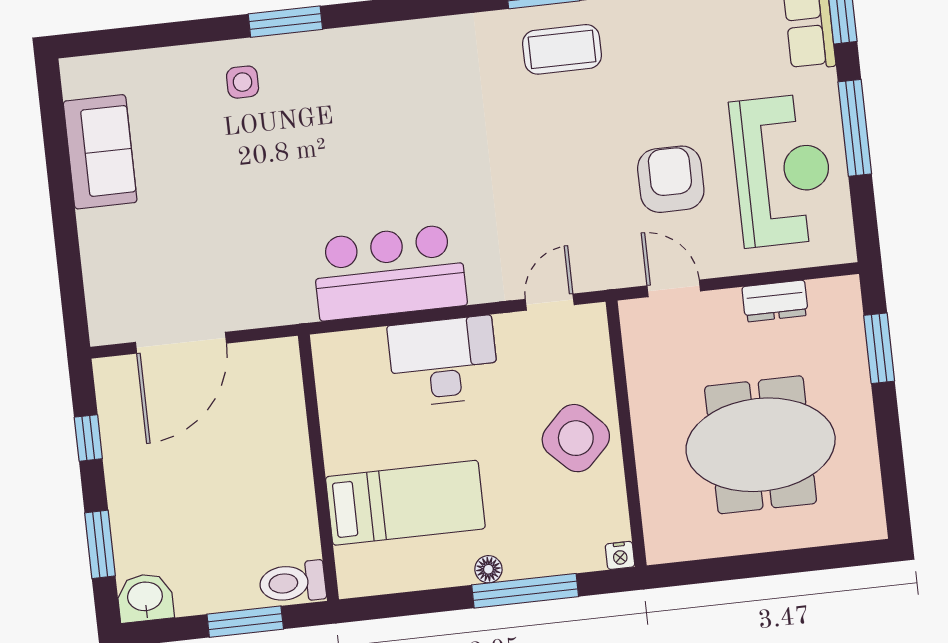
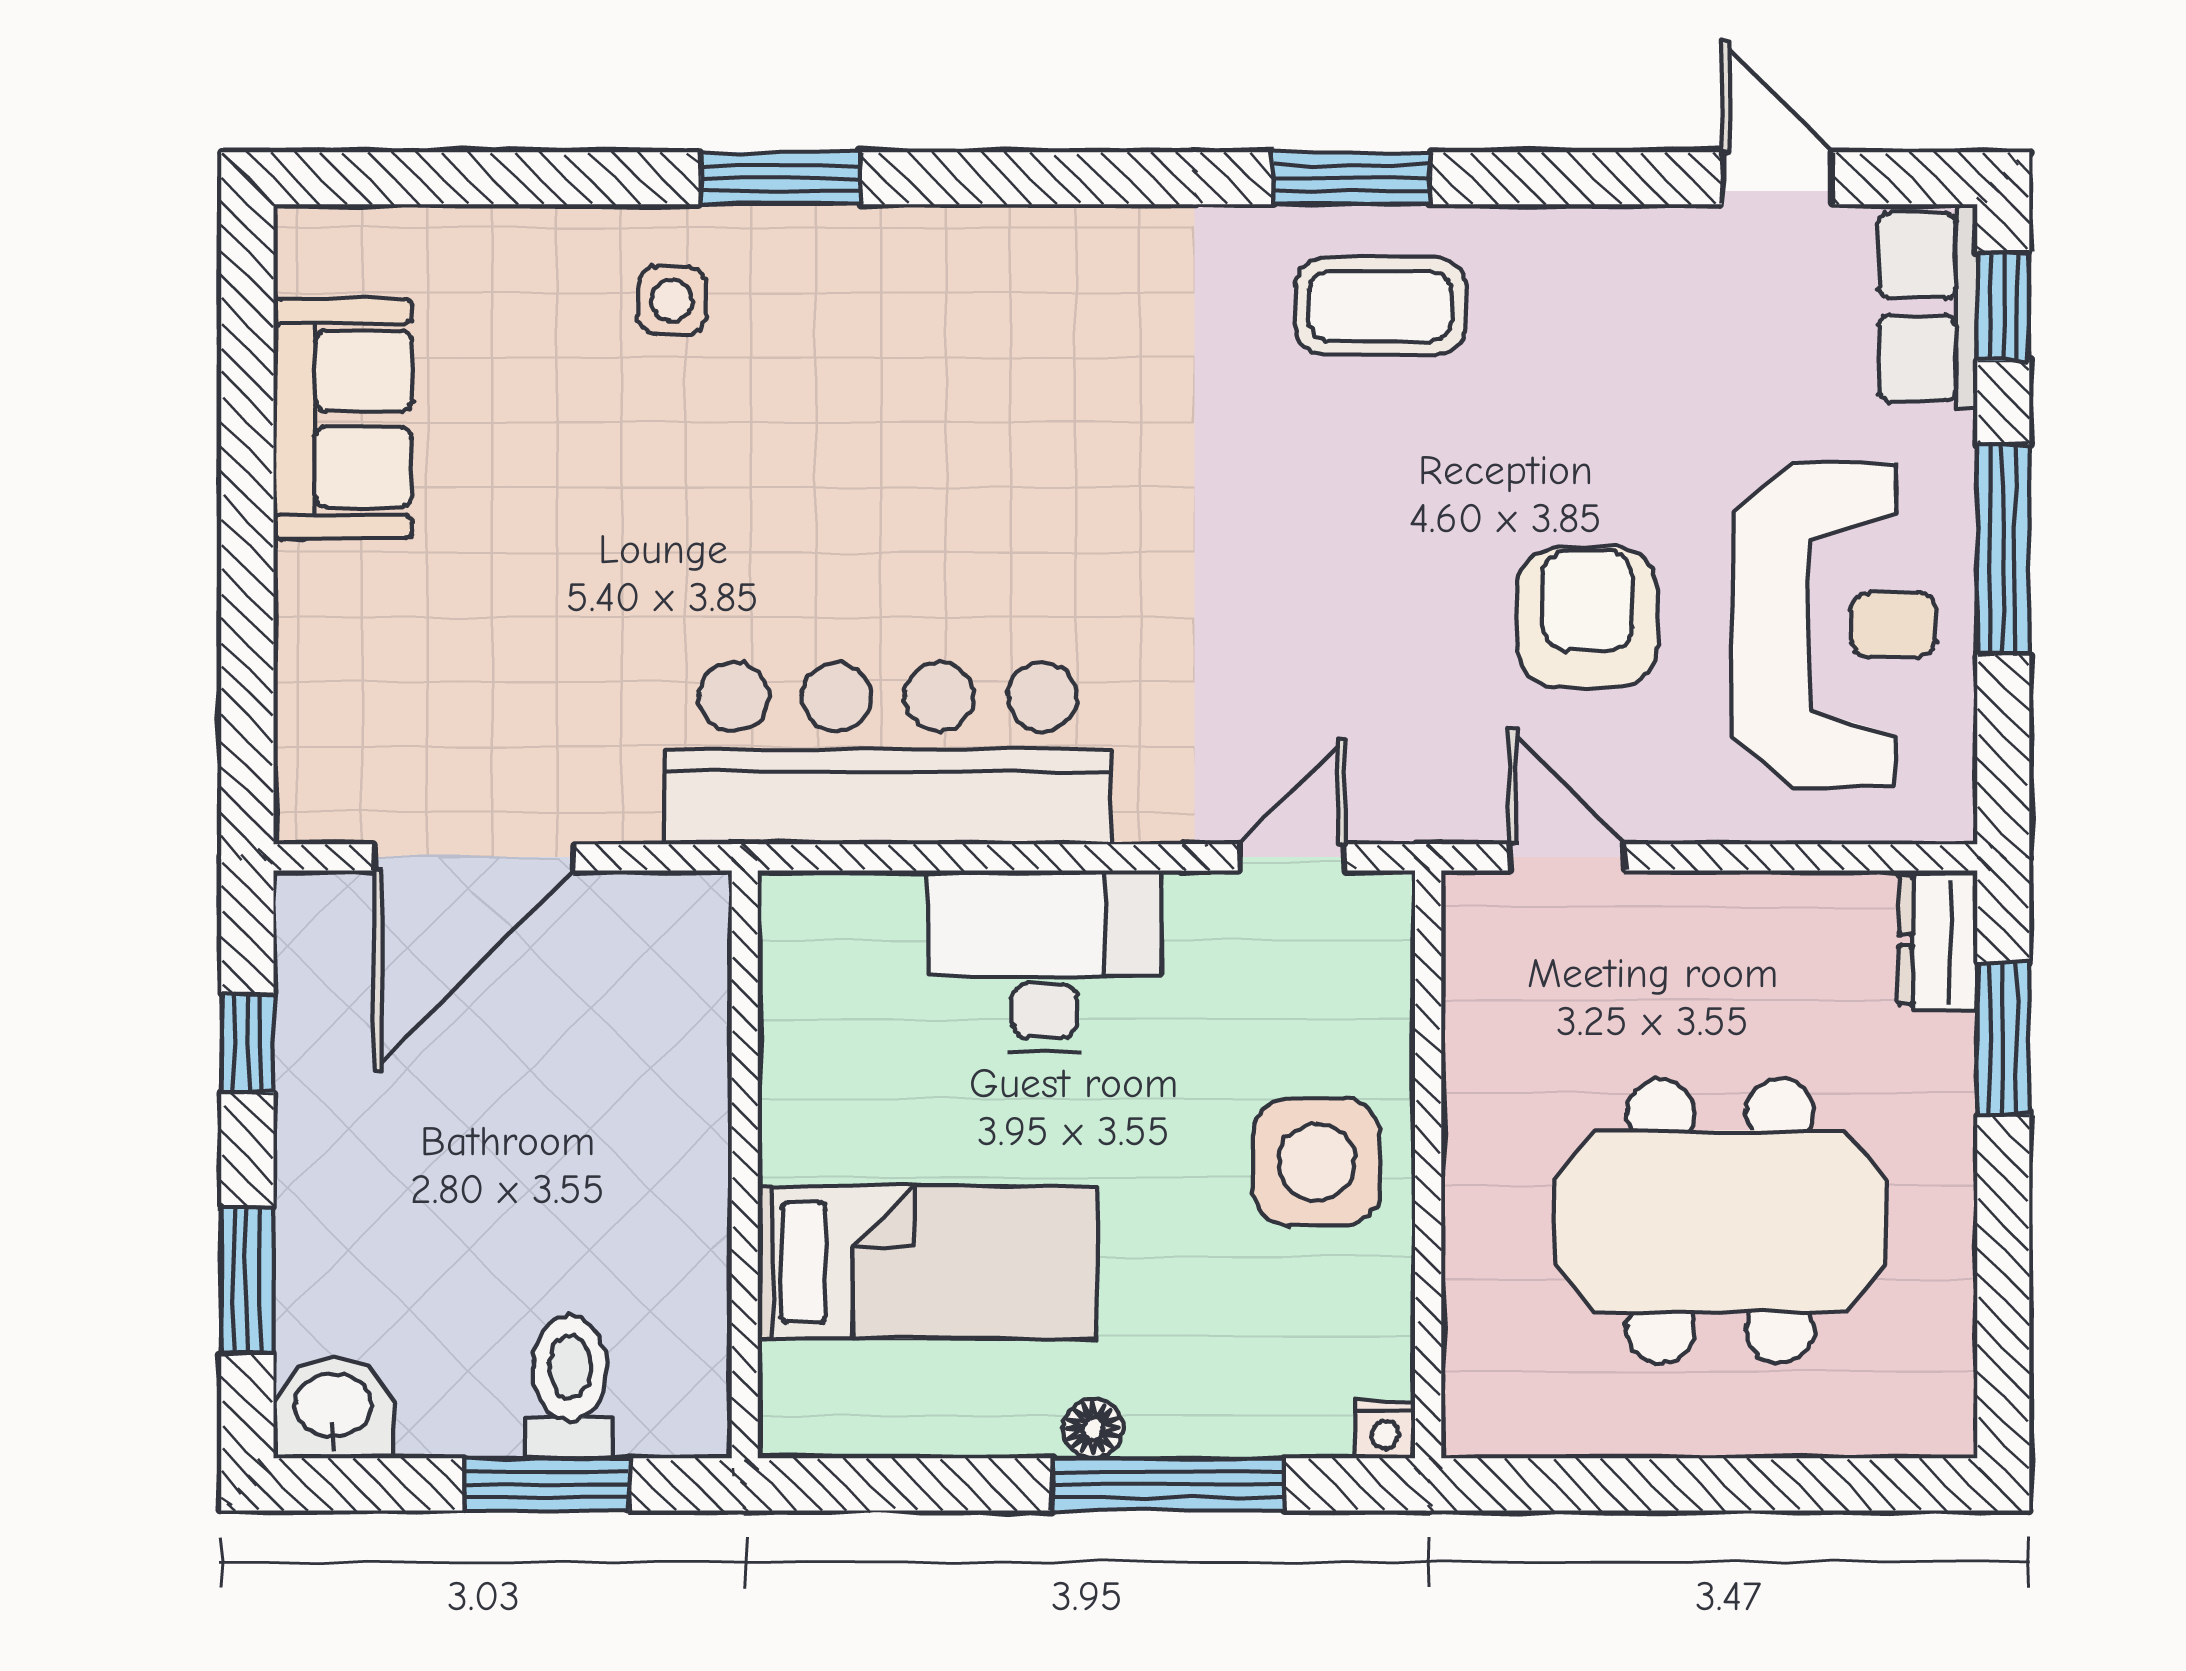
bar counter: (389, 272) -> (888, 753), width x1.36
dresser: (775, 301) -> (1938, 940), moved, turned 90
side table: (576, 438) -> (1316, 1162), turned 45
toilet: (292, 582) -> (570, 1387), moved, turned 90

